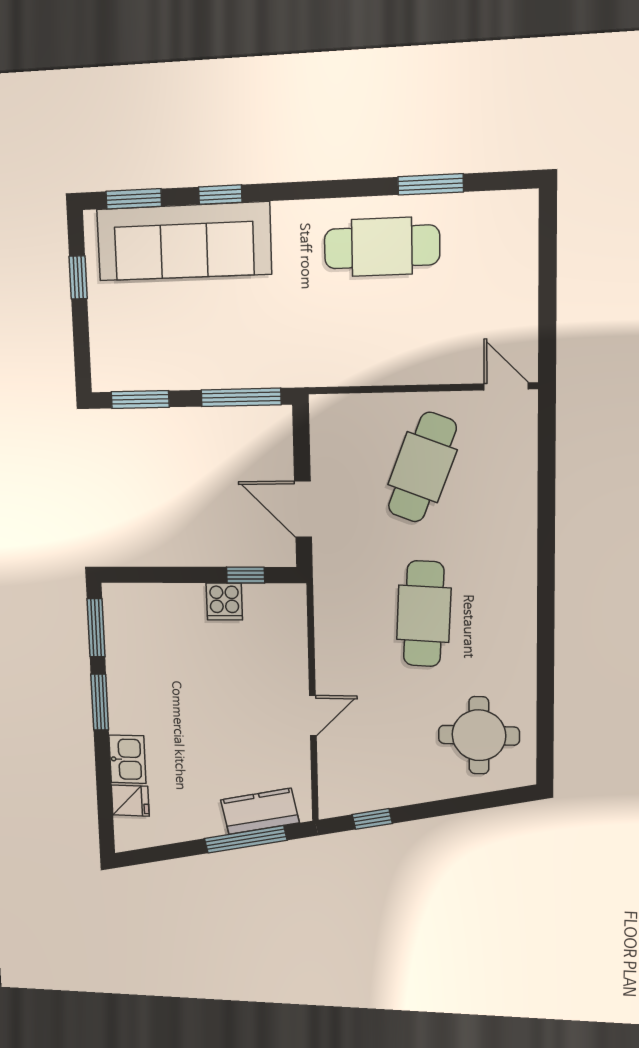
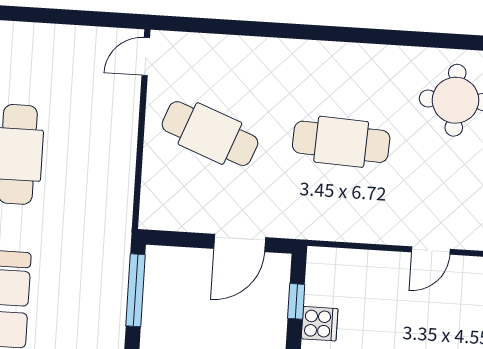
door: (313, 715) -> (431, 251), swing flipped

